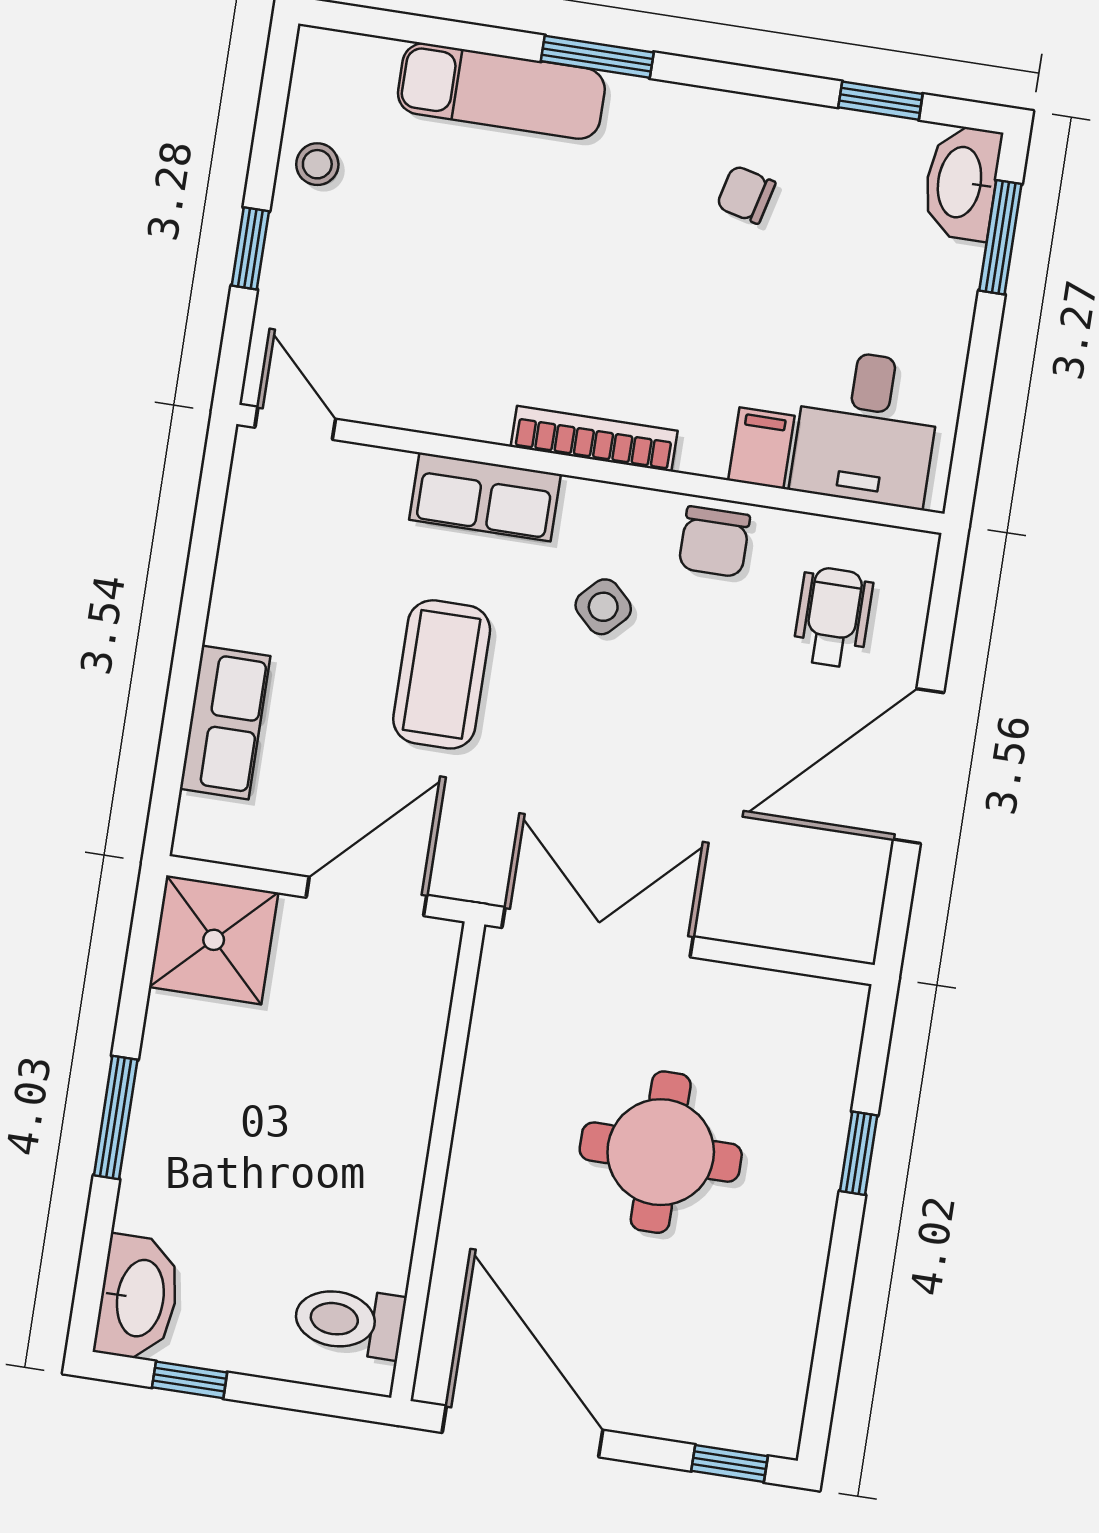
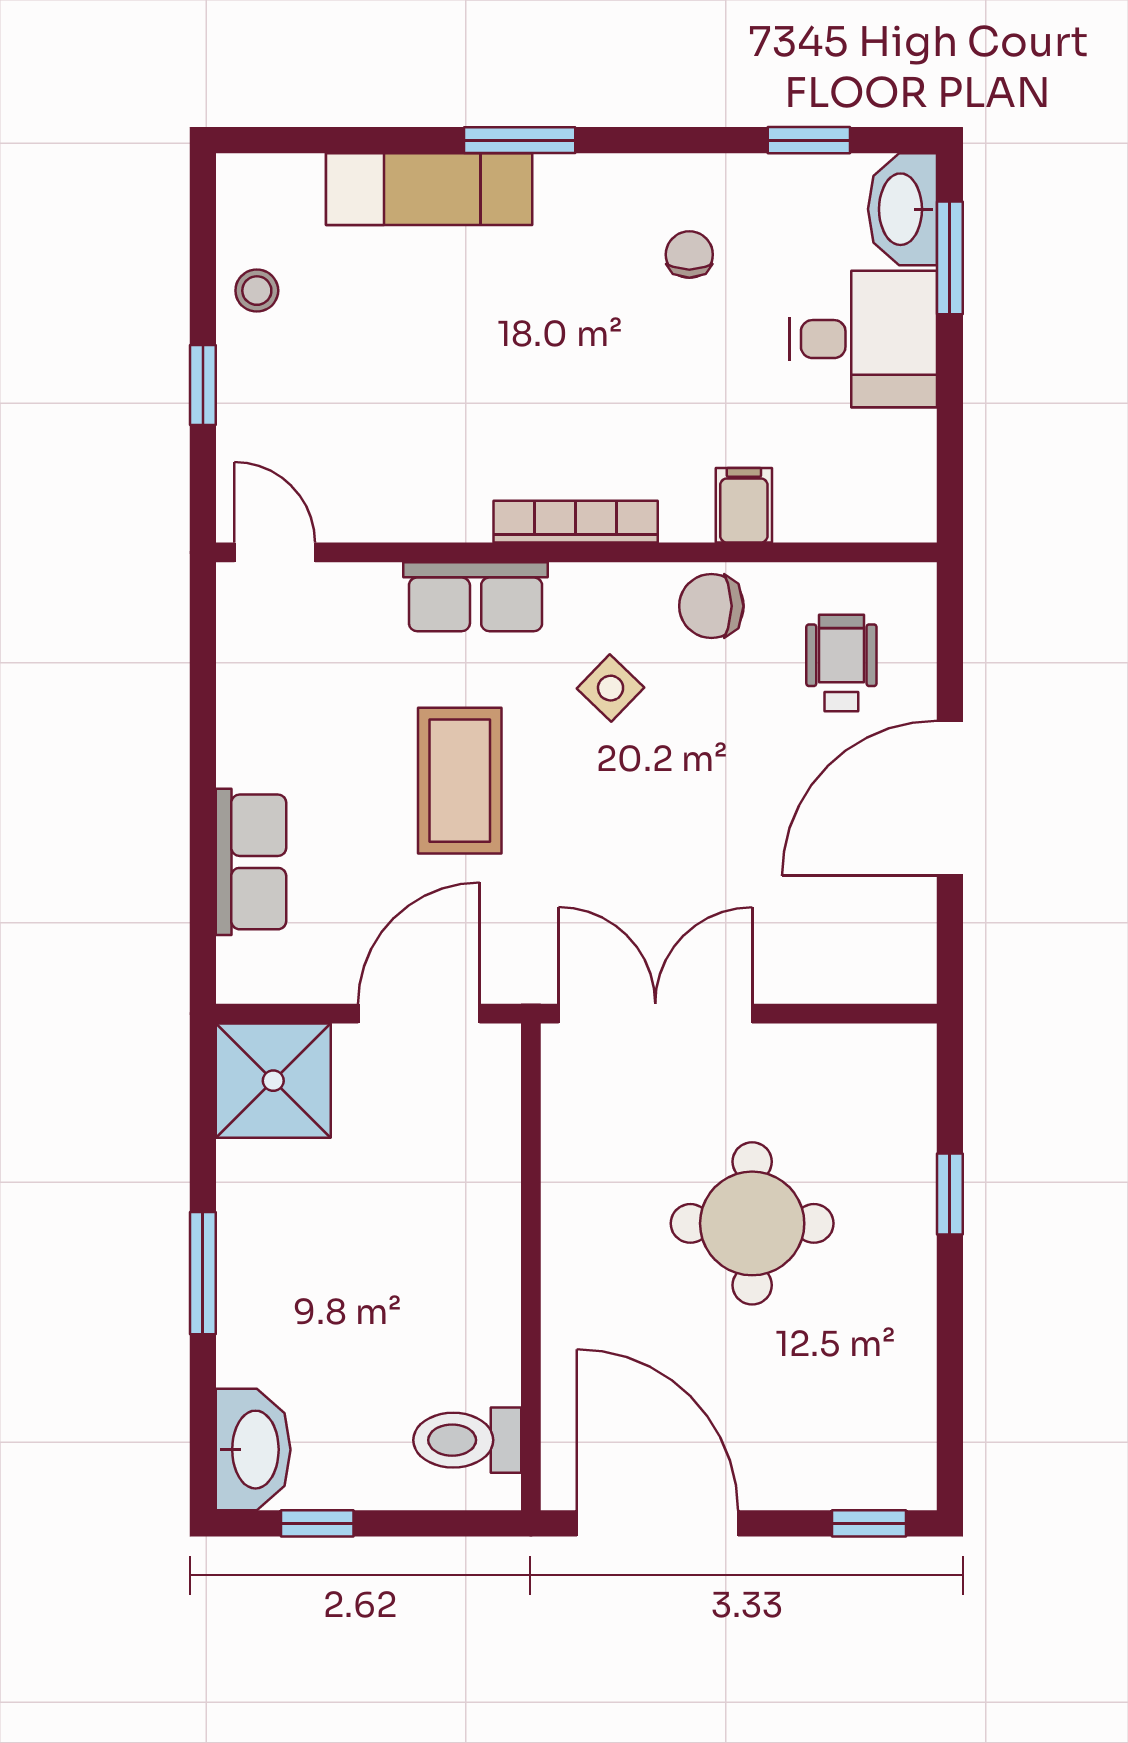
chair: (746, 194) -> (689, 255), turned 76
desk: (866, 428) -> (863, 339), moved, turned -90
chair: (714, 542) -> (711, 606), turned 90

